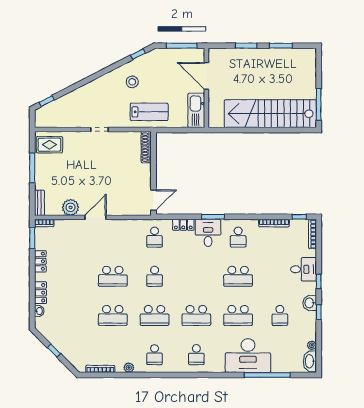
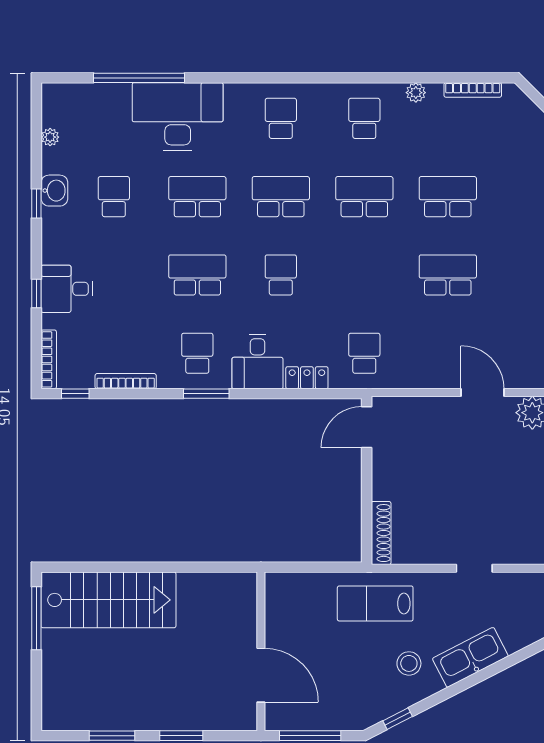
kitchen sink: (196, 110) -> (470, 657), moved, turned -117
stairs: (270, 114) -> (108, 600), width x0.73
door: (95, 217) -> (483, 393), swing flipped
window: (213, 217) -> (206, 394), moved
school desk: (155, 276) -> (281, 275), moved
window: (319, 281) -> (36, 293), moved
washbasin: (310, 303) -> (54, 191), moved
washbasin: (310, 361) -> (54, 105), removed

